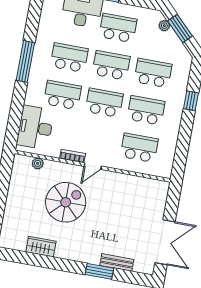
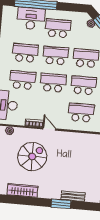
door: (93, 166) -> (49, 129), swing flipped
wardrobe: (41, 247) -> (23, 190), width x1.50

